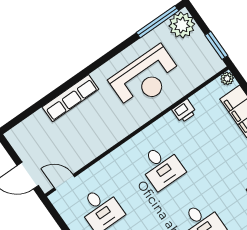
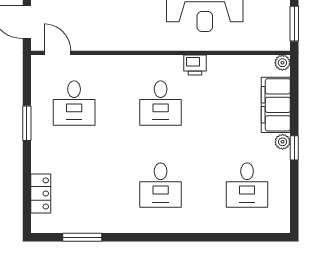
printer: (184, 111) -> (195, 65), moved

